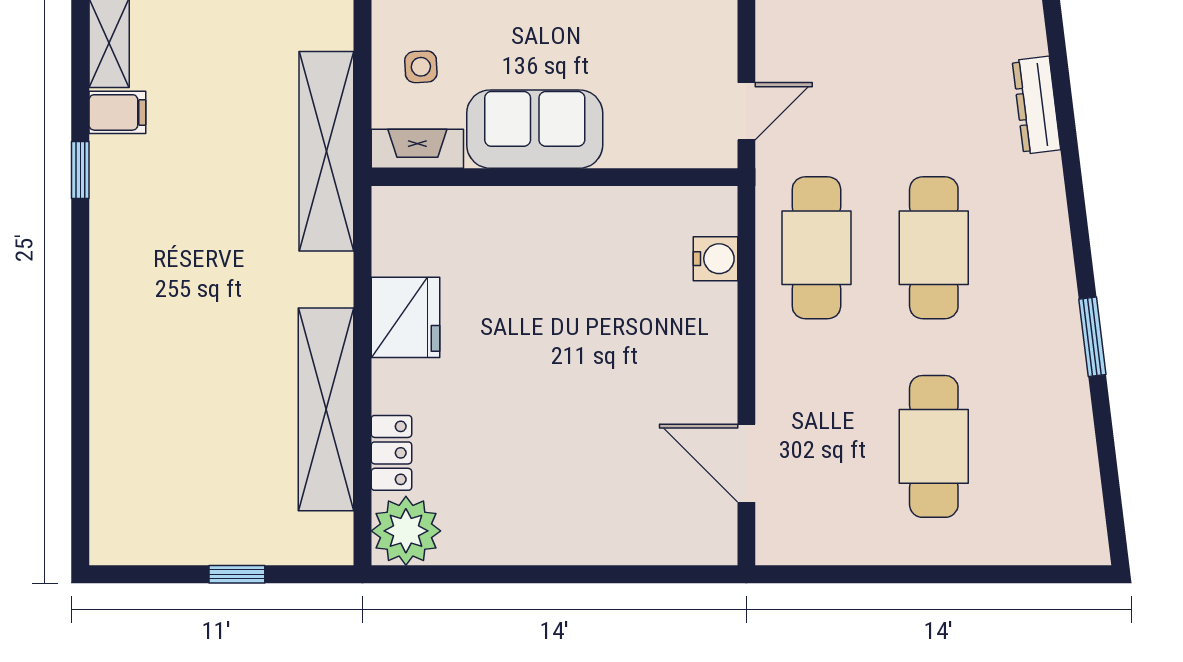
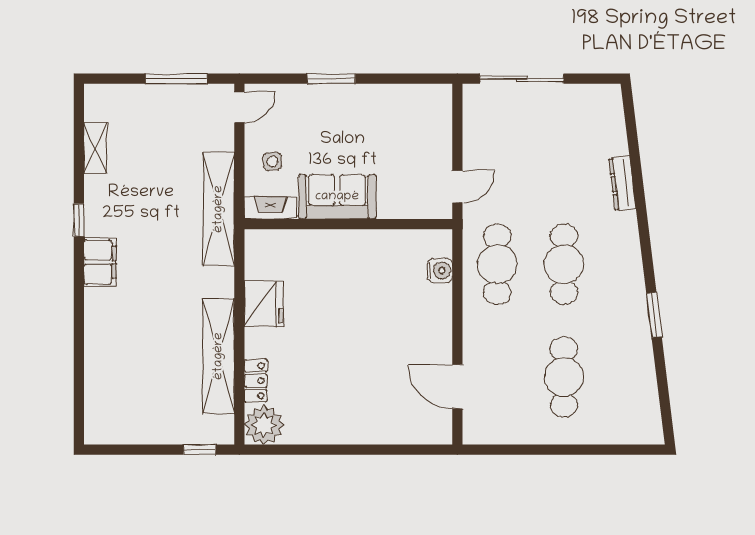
filing cabinet: (117, 112) -> (100, 262), moved, width x2.00
window: (237, 574) -> (200, 450), moved

